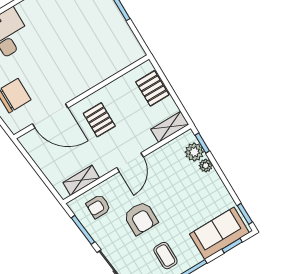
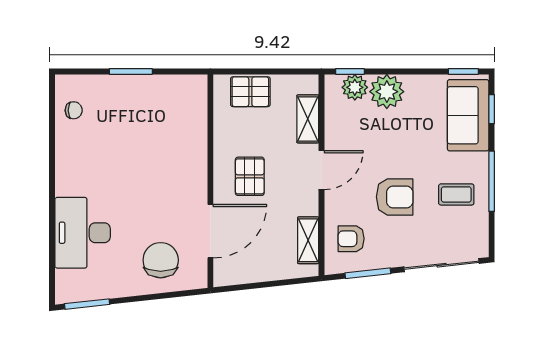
pallet: (99, 120) -> (250, 176), turned 90
shelving: (170, 127) -> (308, 119), moved
door: (130, 162) -> (321, 170), hinge flipped
plant: (206, 166) -> (387, 92), width x1.88, depth x1.88
armchair: (98, 207) -> (351, 239), turned 90

